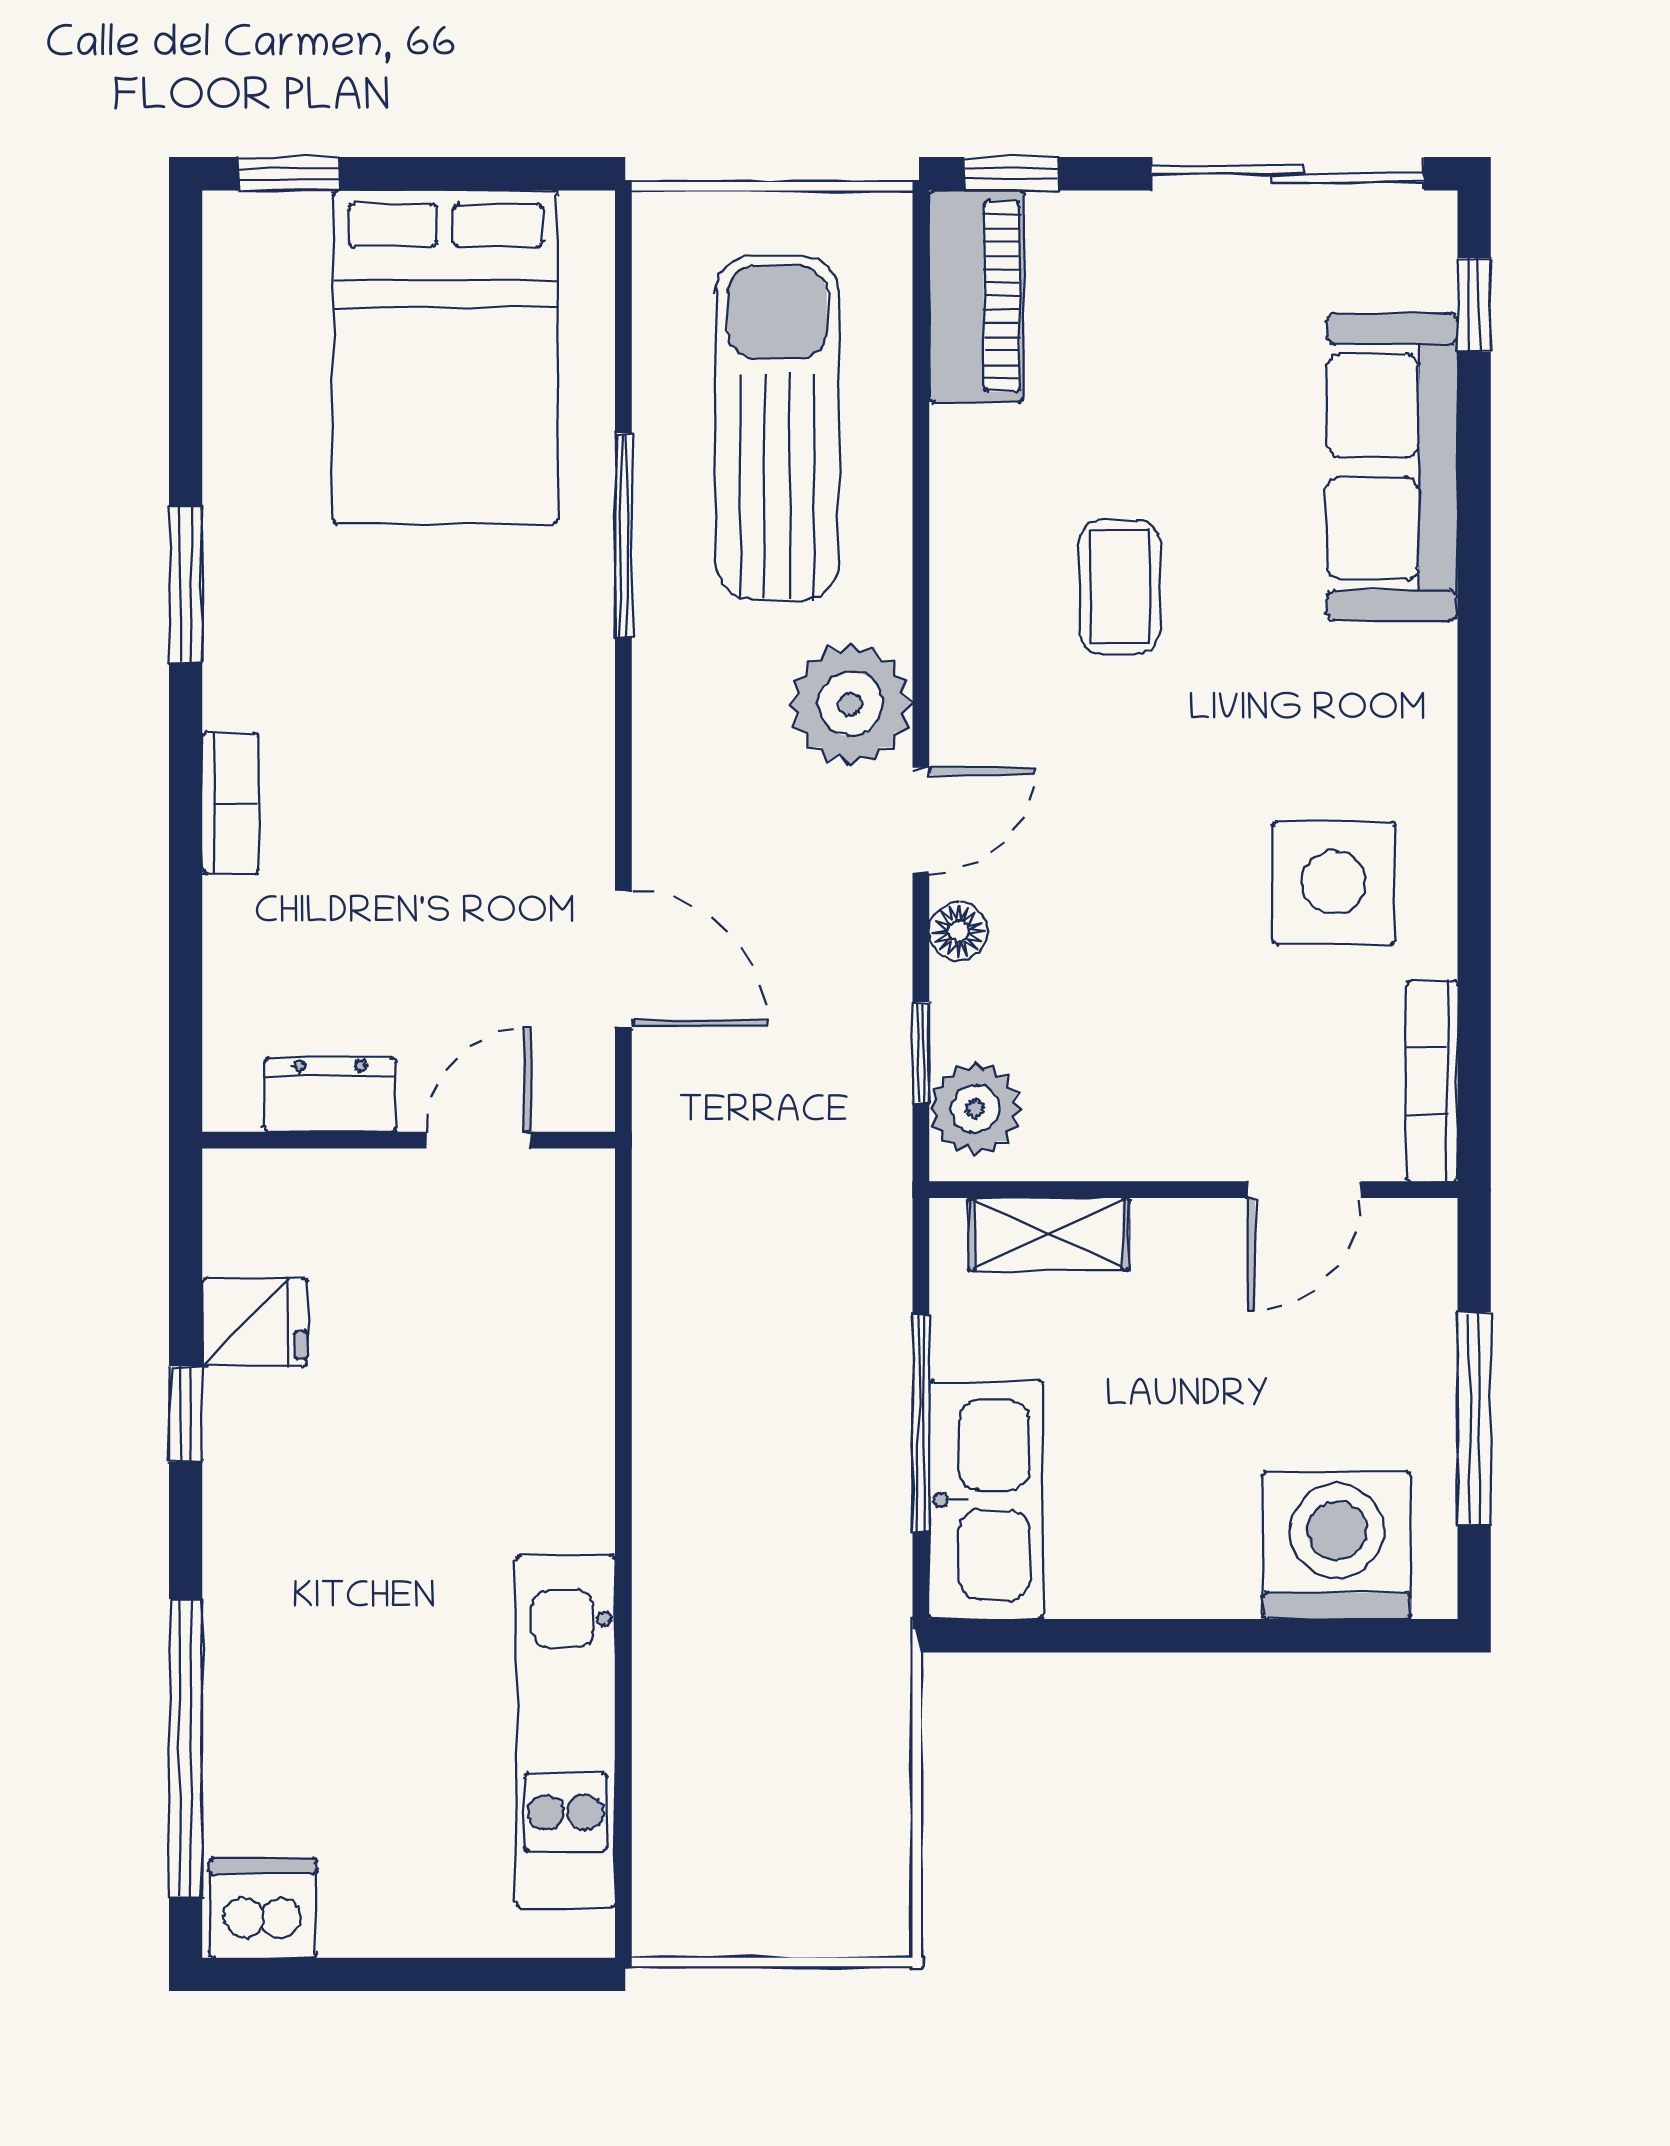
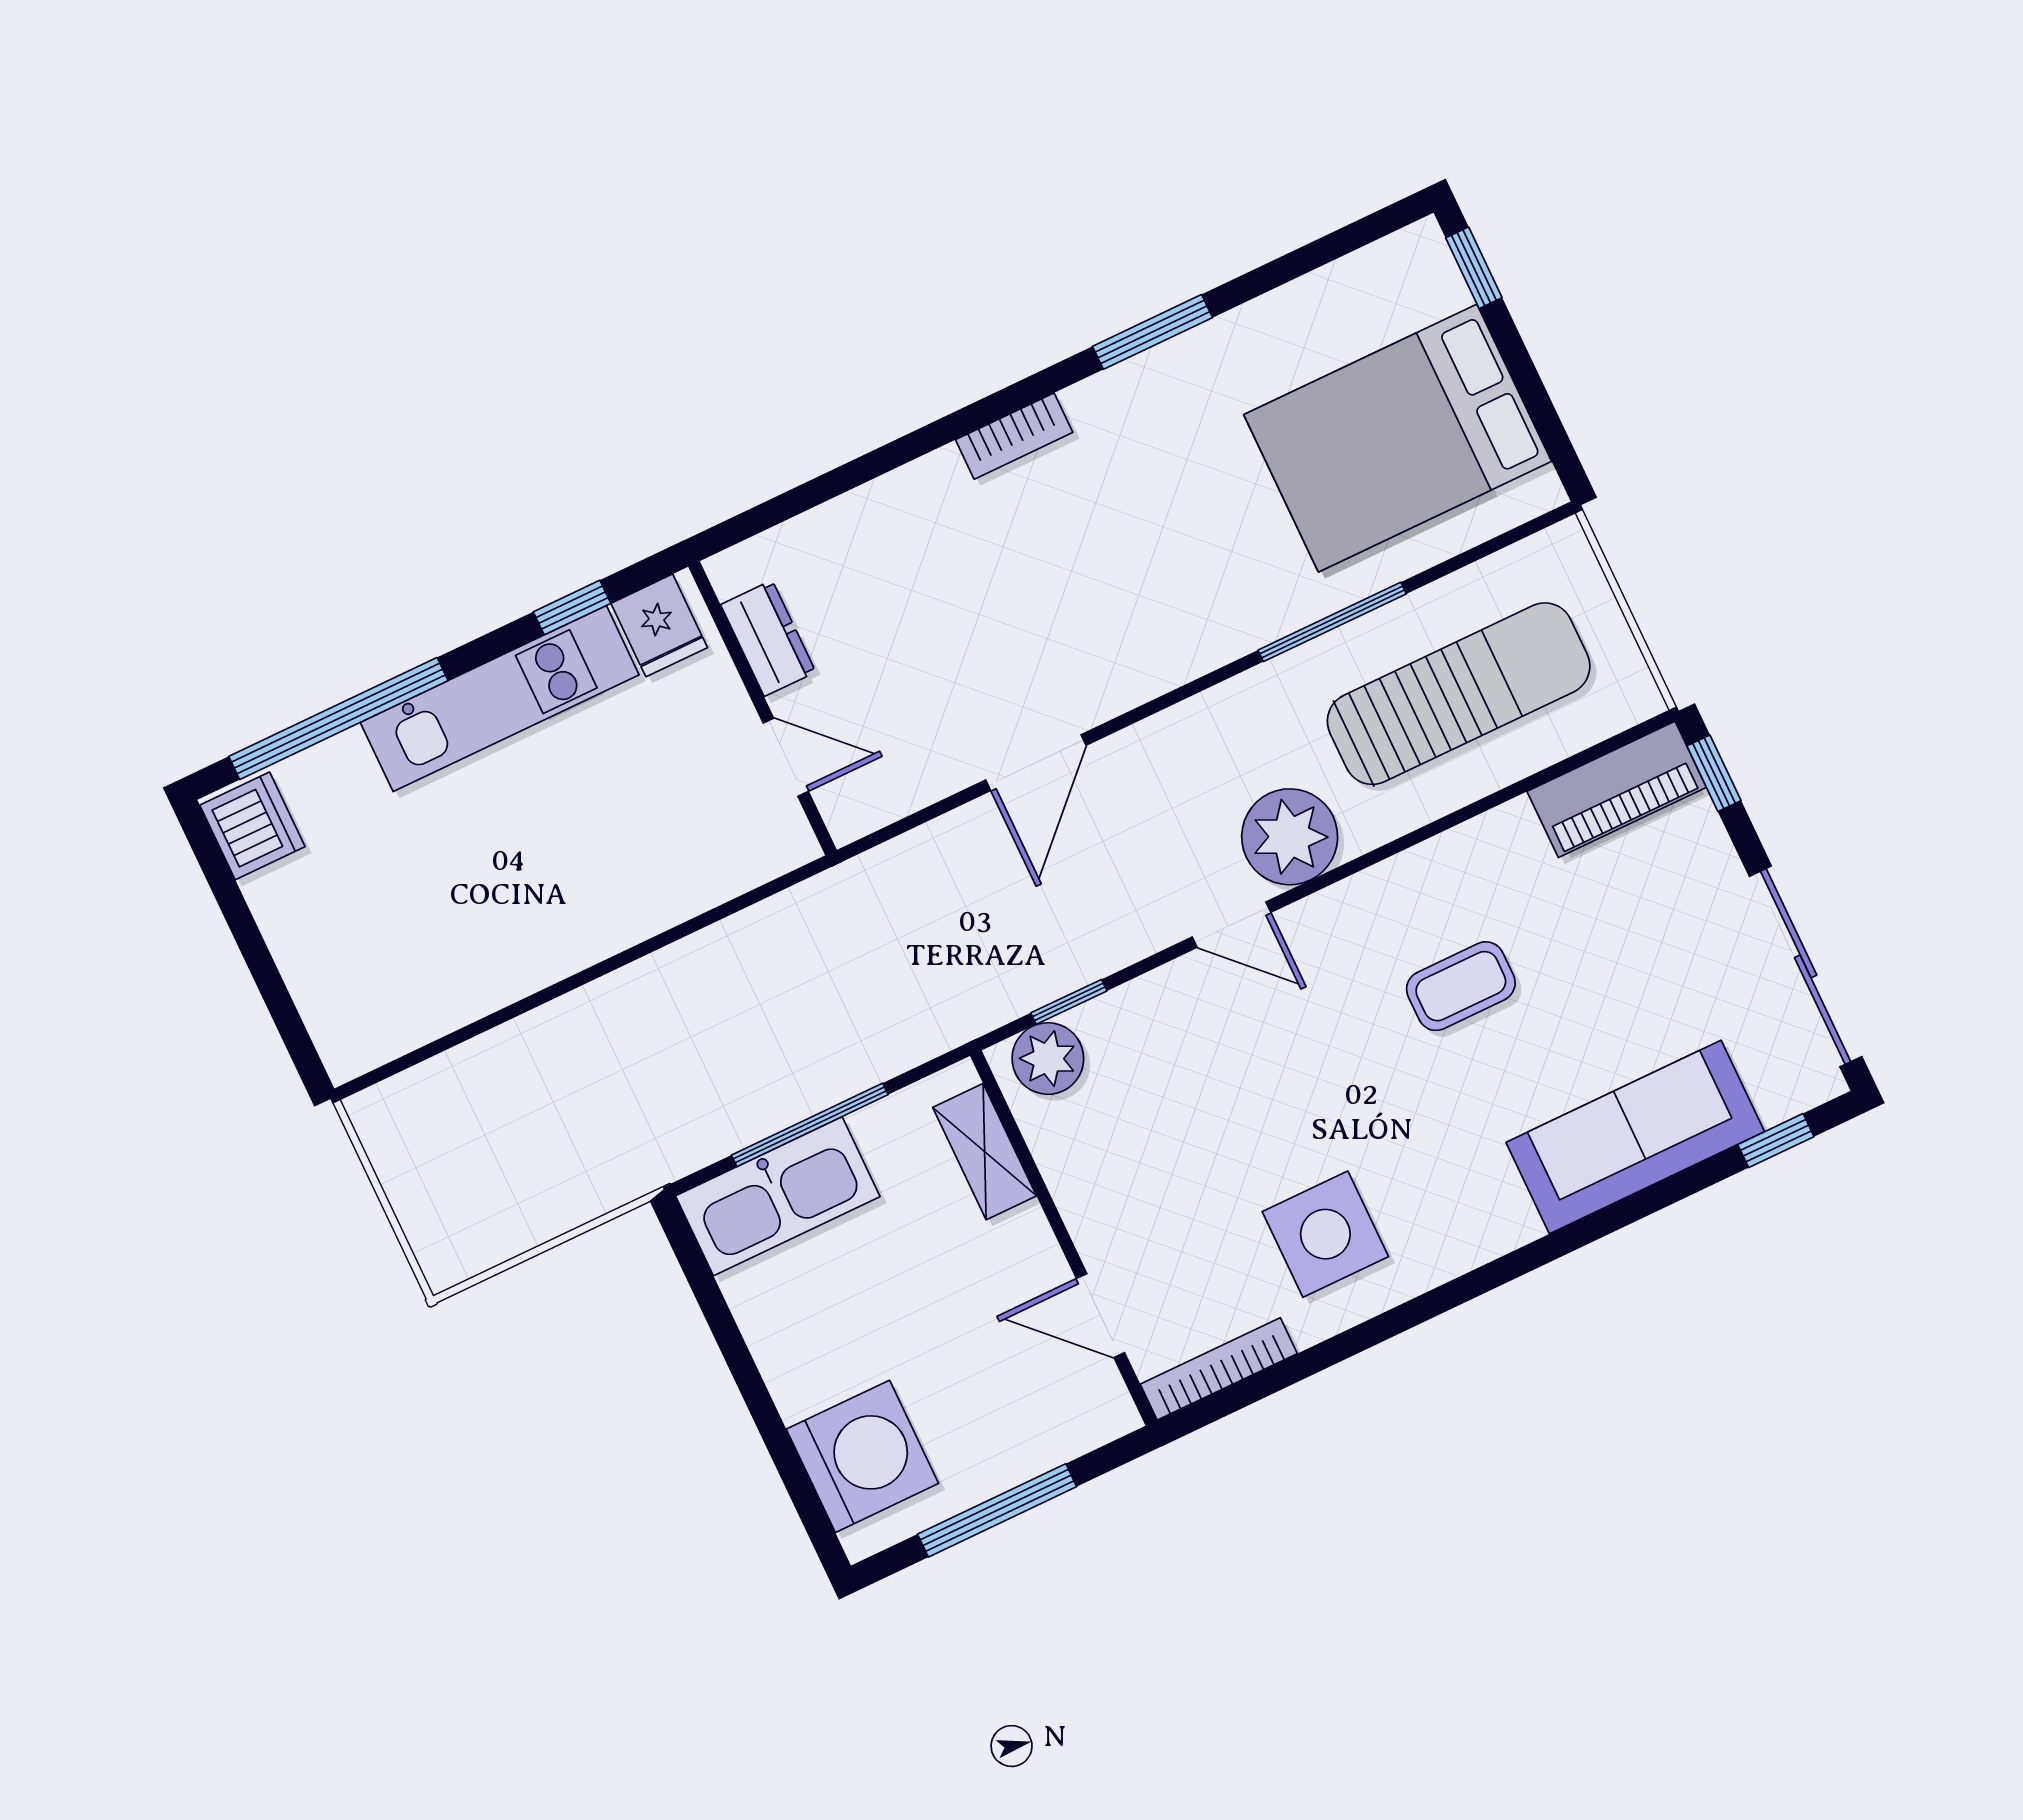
floor lamp: (958, 931) -> (1166, 988), removed
dresser: (330, 1095) -> (768, 638), moved
wall: (409, 1140) -> (763, 708), moved
door: (479, 1140) -> (786, 757), moved
kitchen unit: (566, 1731) -> (500, 699), moved, turned 180

